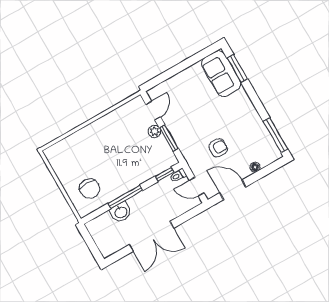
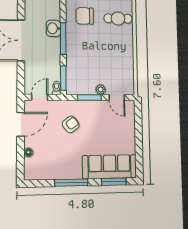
sofa: (221, 74) -> (110, 167), width x1.36
window: (276, 135) -> (71, 183), moved
armchair: (218, 148) -> (71, 124), moved, turned -128
cafe table: (72, 154) -> (118, 19), added
window: (165, 174) -> (63, 78), width x1.50

